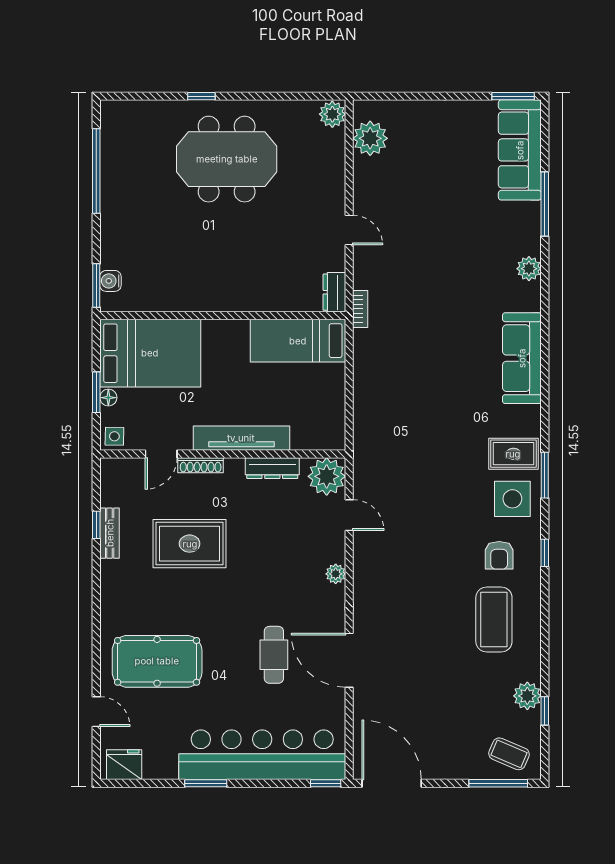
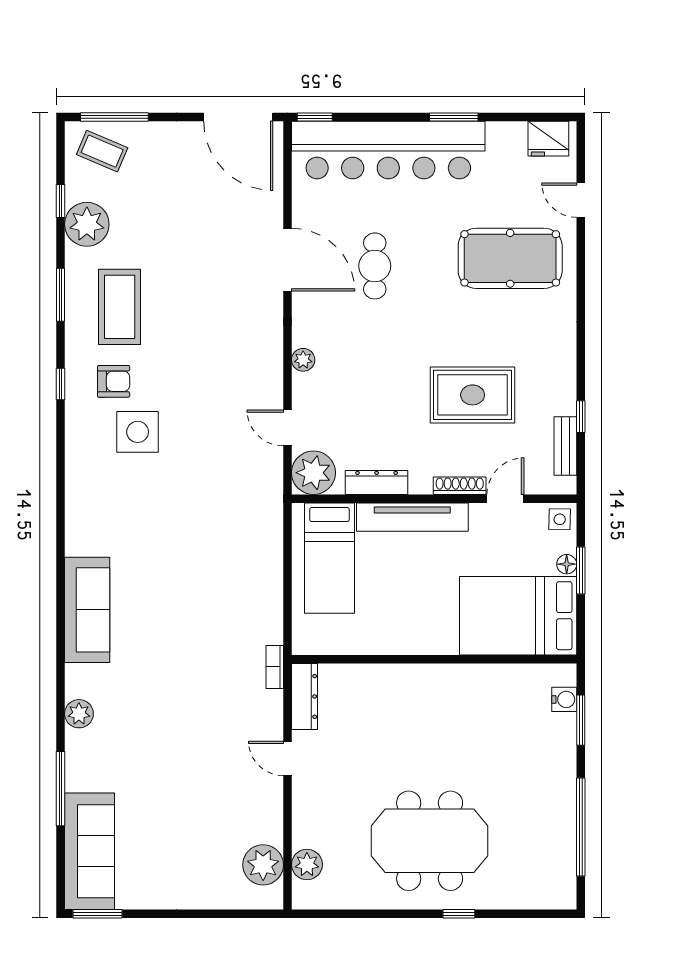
plant: (332, 114) -> (307, 864), moved
window: (96, 285) -> (581, 720), moved
dresser: (334, 292) -> (305, 696), width x1.44
bed: (298, 341) -> (330, 558), moved, turned 90
rug: (513, 454) -> (97, 499), removed
window: (545, 475) -> (61, 295), moved
side table: (512, 499) -> (138, 432), moved
bench: (110, 533) -> (565, 446), moved
armchair: (499, 555) -> (114, 381), turned 90
plant: (527, 696) -> (87, 224), width x1.36, depth x1.36

